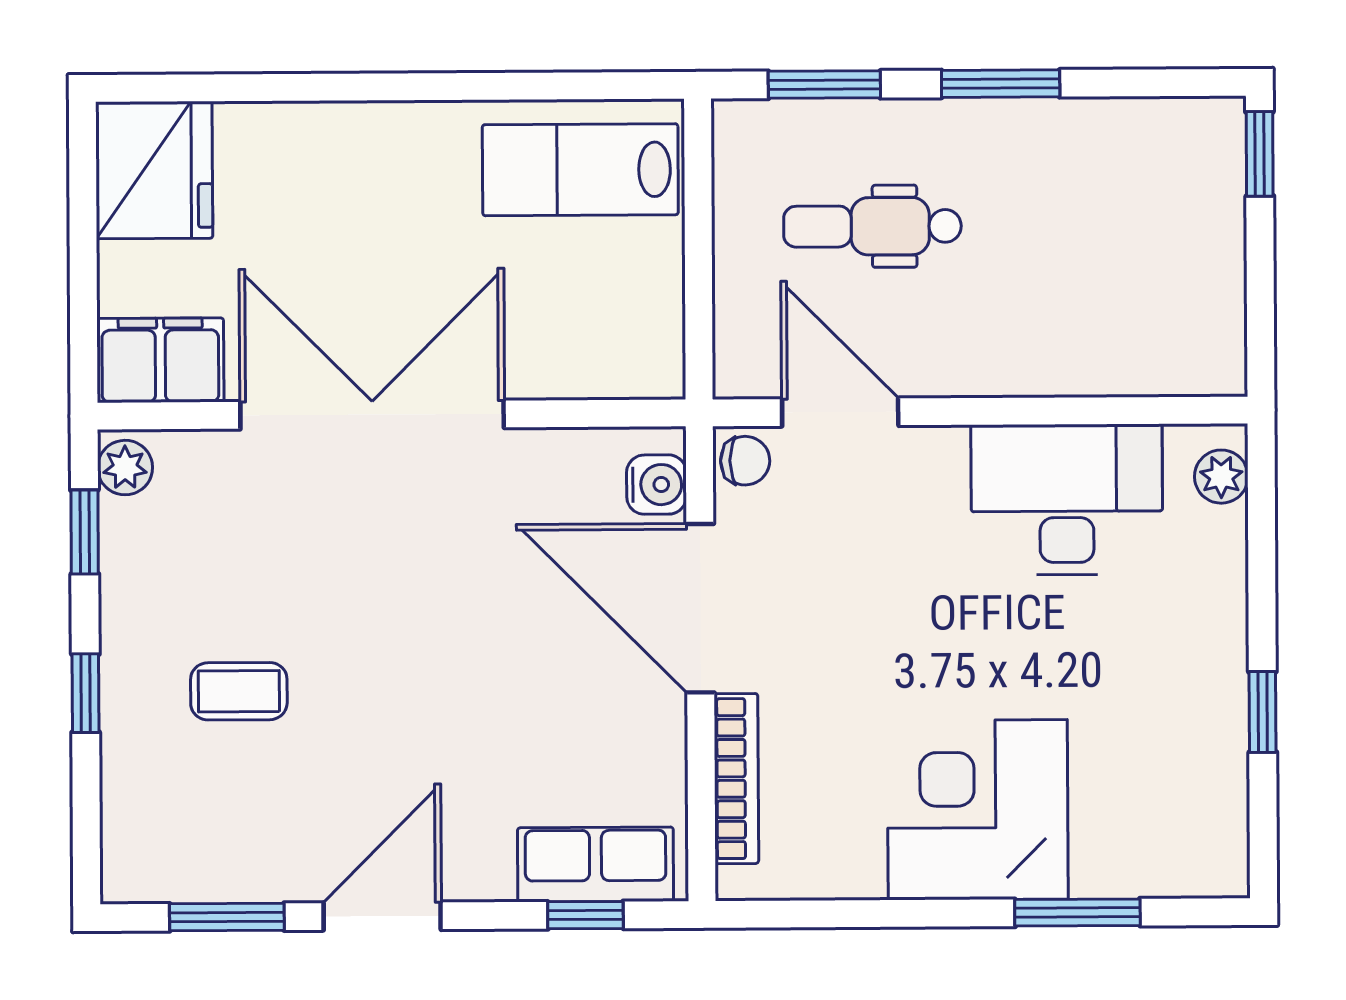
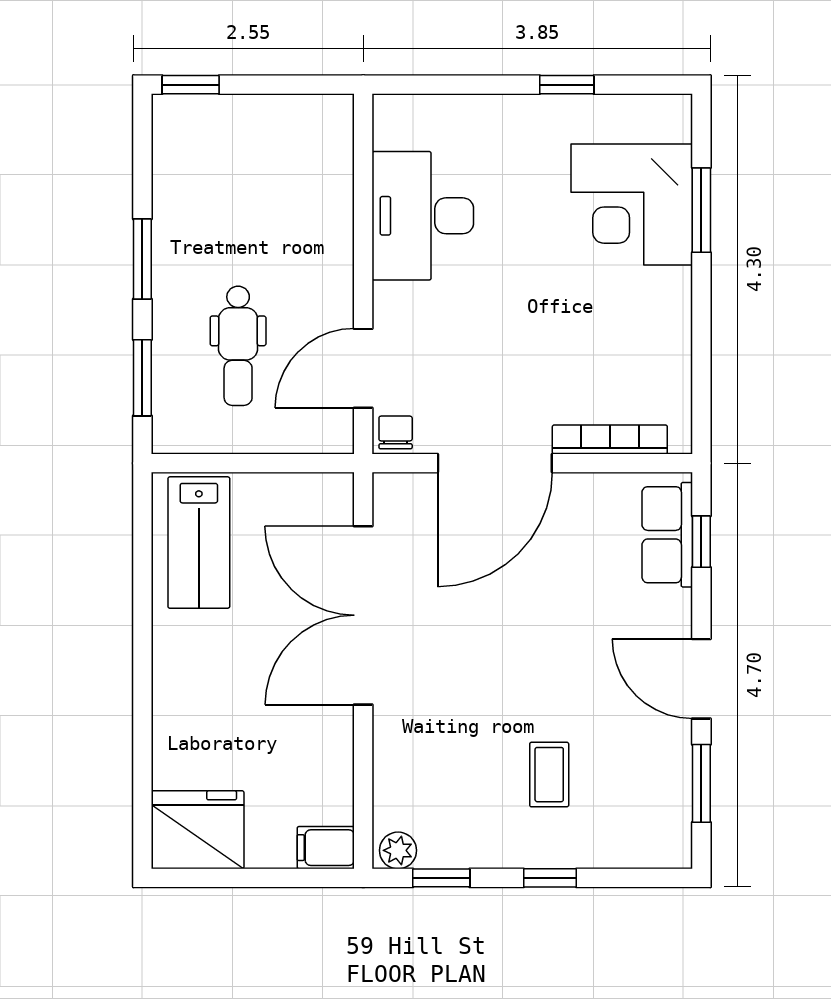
filing cabinet: (160, 360) -> (326, 848), width x0.50
double door: (372, 415) -> (363, 615), moved
plant: (1221, 477) -> (408, 112), removed
water cooler: (656, 485) -> (411, 492), removed
corner desk: (978, 810) -> (632, 204), moved

